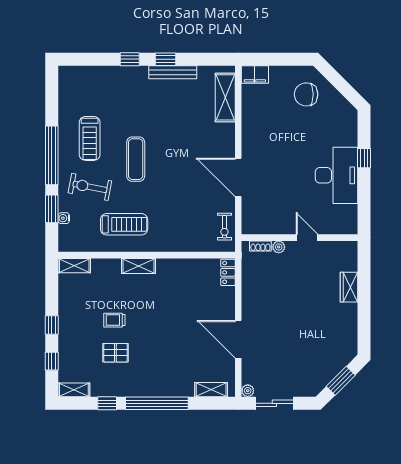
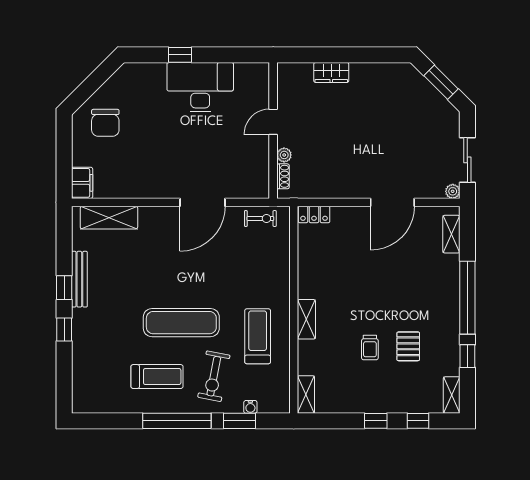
exercise mat: (136, 159) -> (181, 323), width x1.36, depth x1.45

